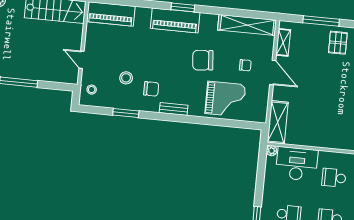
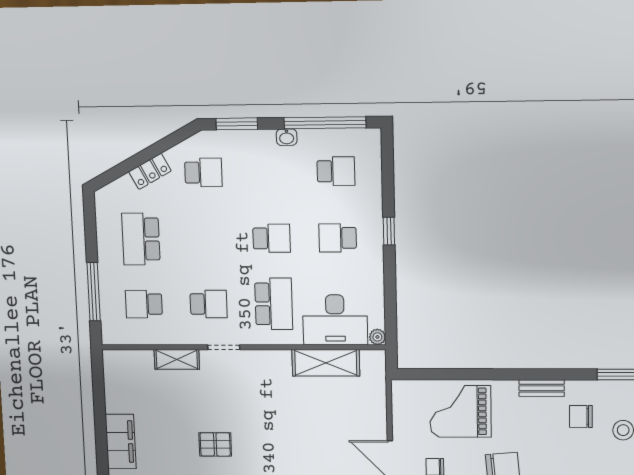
shelving: (278, 122) -> (326, 363), moved, turned 90
school desk: (334, 178) -> (274, 304), width x1.85

